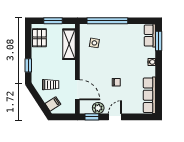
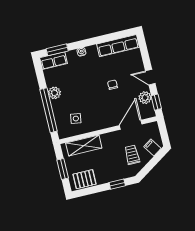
plant: (121, 30) -> (54, 93), added

